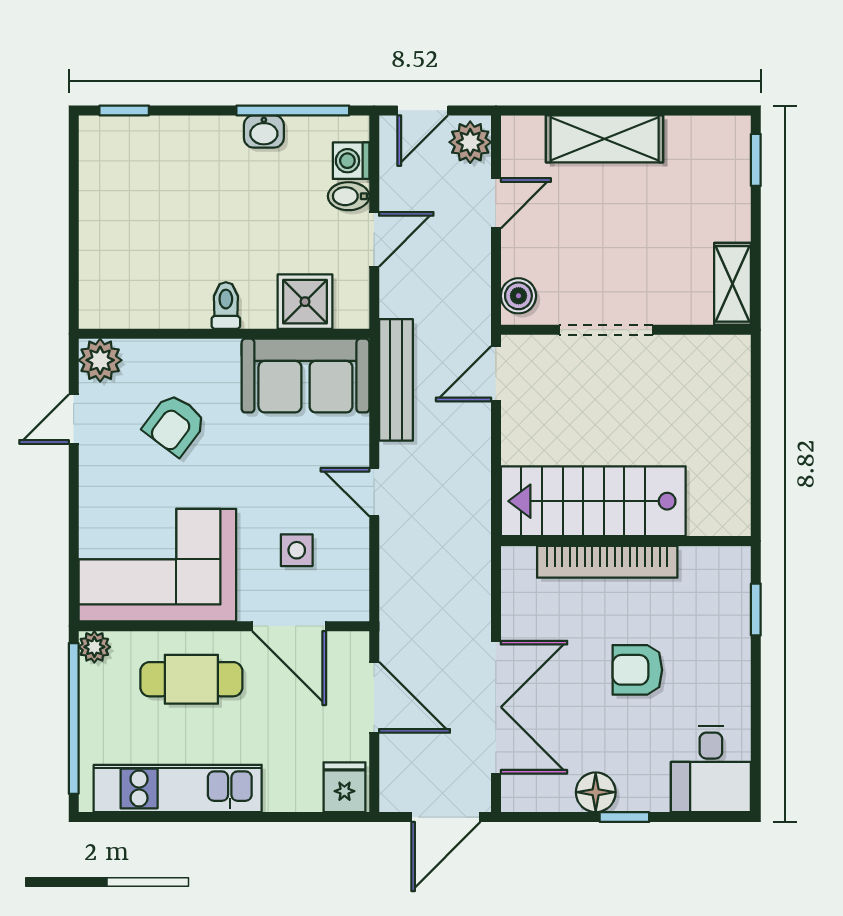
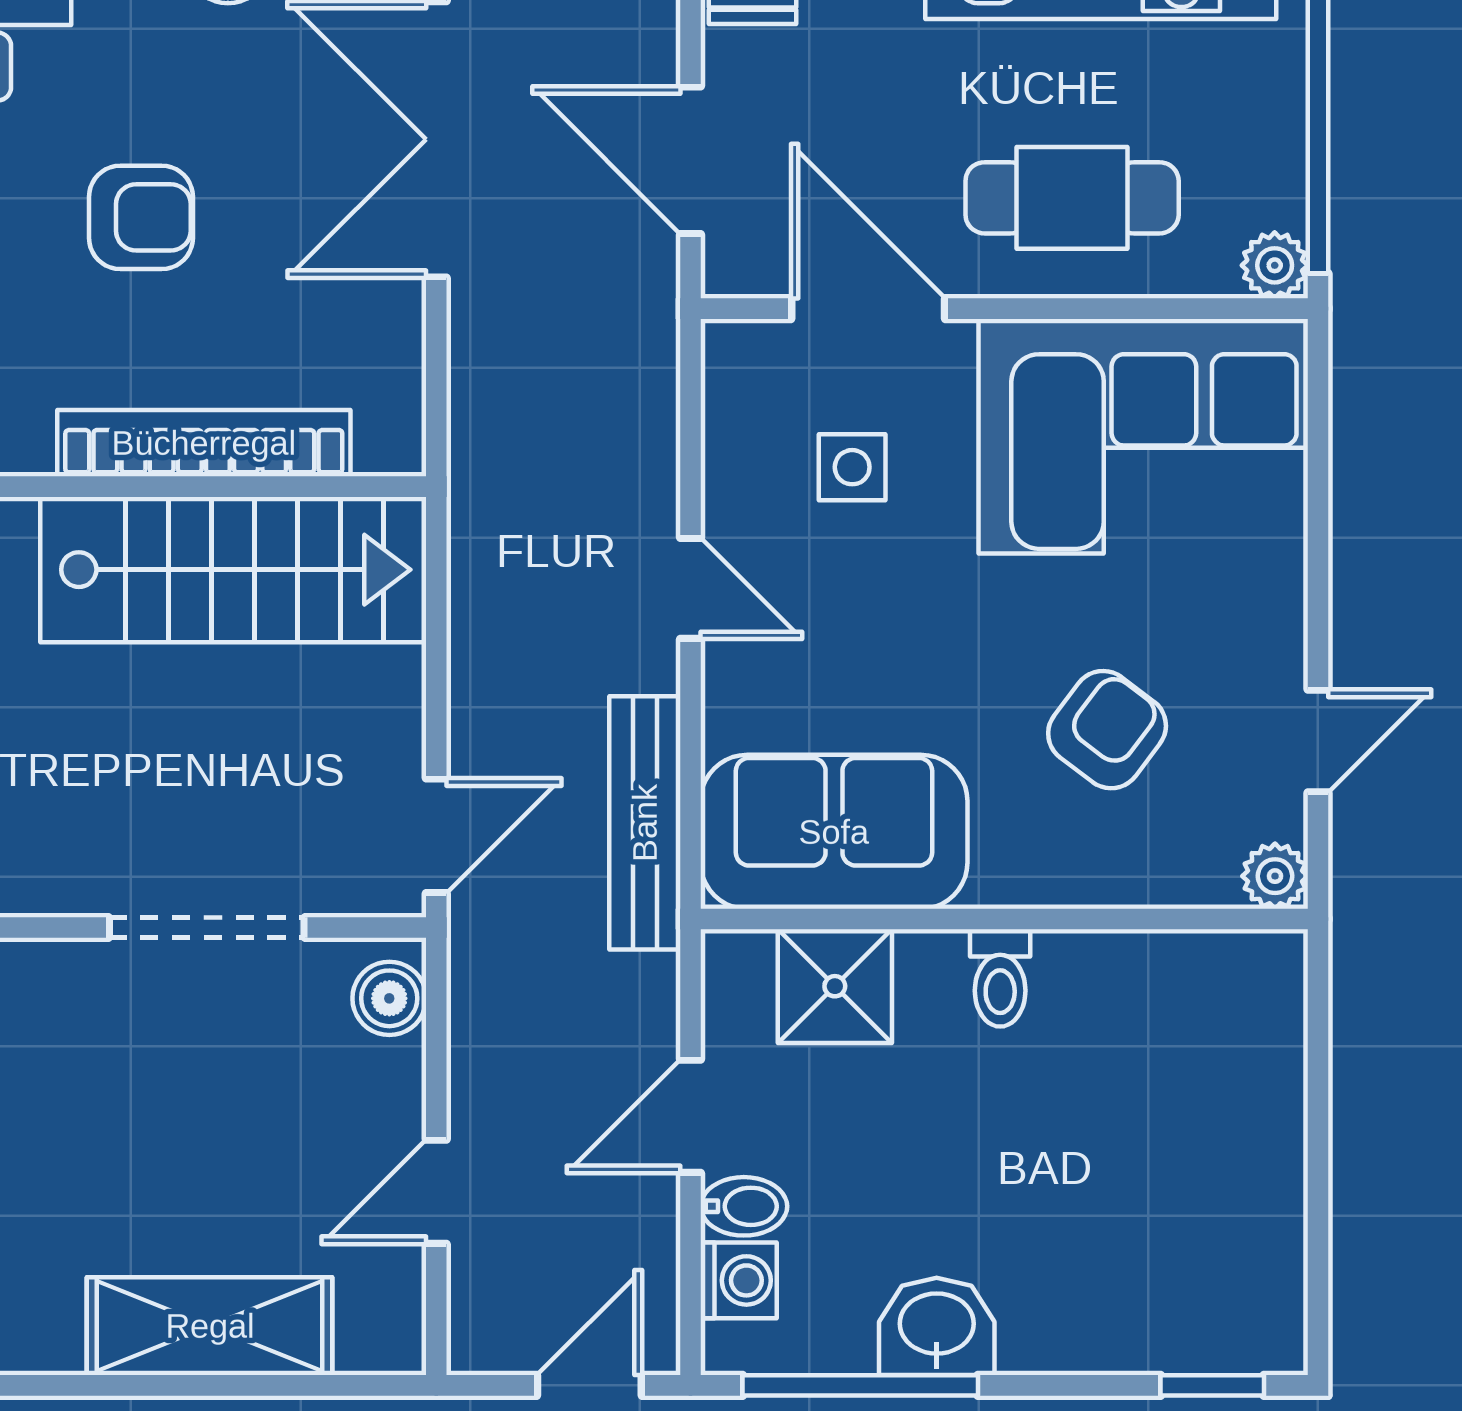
washbasin: (264, 131) -> (937, 1326), width x1.38, depth x1.45
plant: (470, 142) -> (490, 1319), removed
plant: (100, 360) -> (1275, 876), width x0.73, depth x0.73

